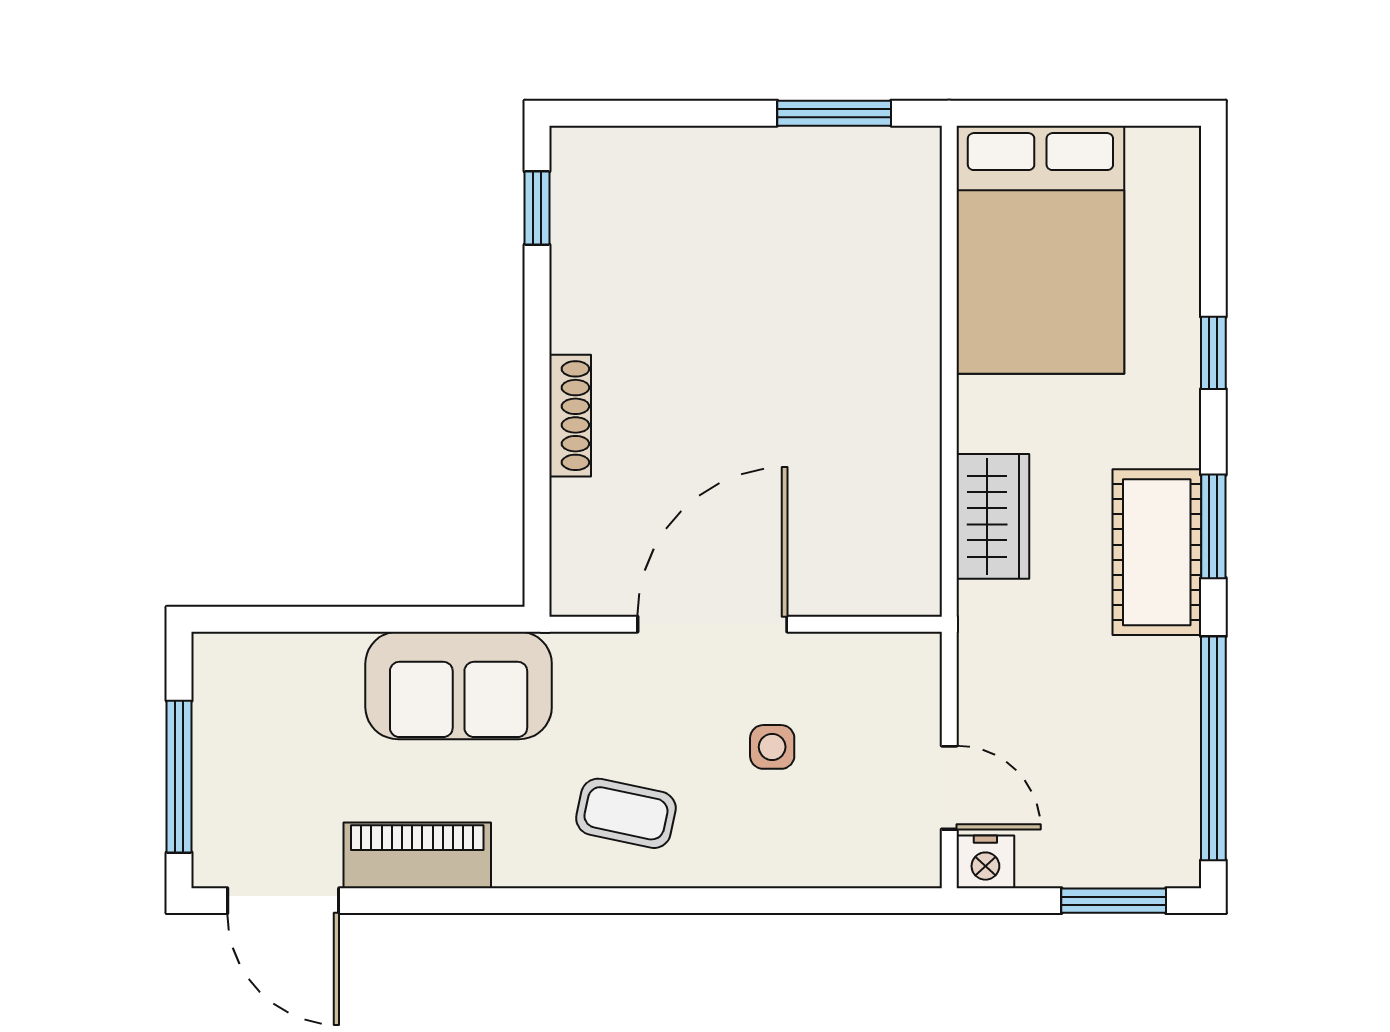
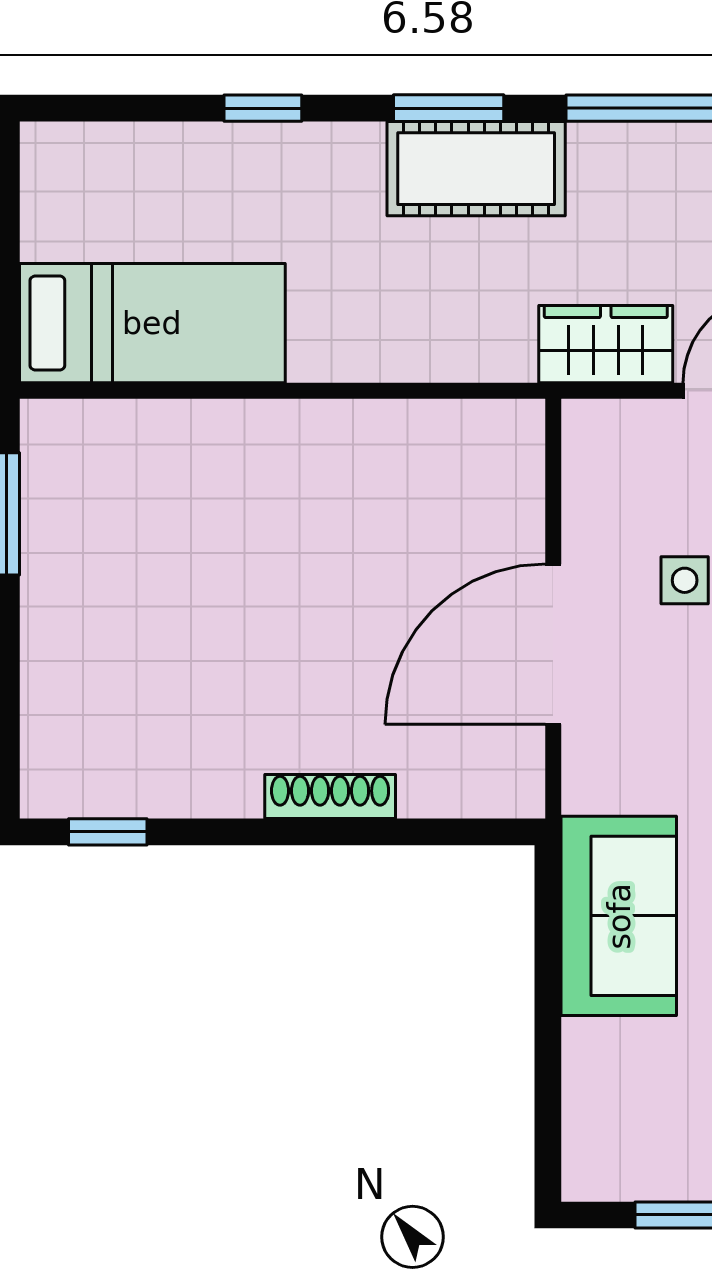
bed: (1040, 250) -> (152, 323), width x0.67
wardrobe: (993, 516) -> (606, 344), moved
door: (712, 624) -> (553, 644), hinge flipped

